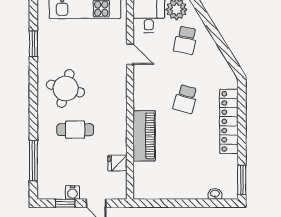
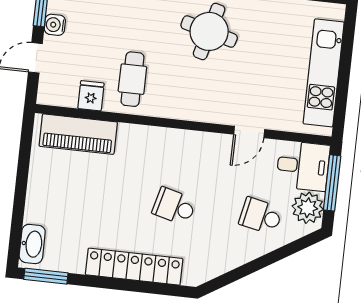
cafe table: (75, 130) -> (132, 79), moved
piano: (144, 136) -> (78, 134), moved
washbasin: (215, 194) -> (32, 244), width x1.91, depth x1.45

